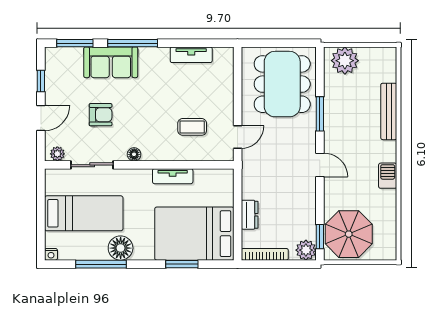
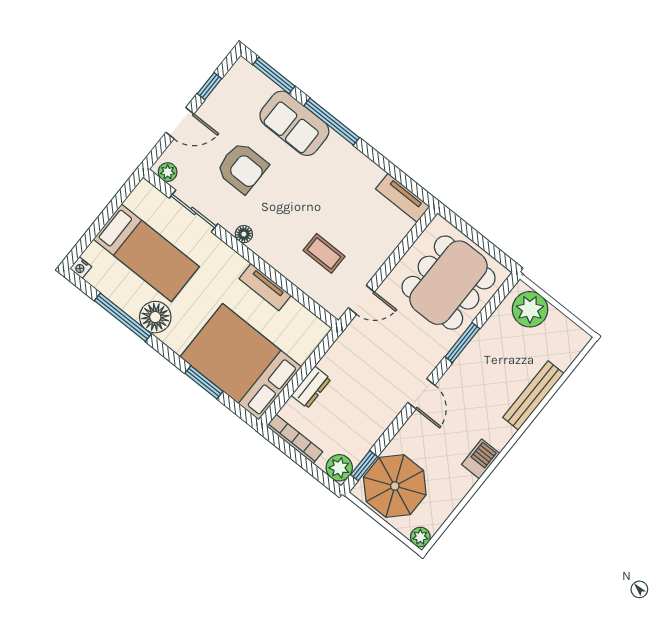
tv unit: (191, 55) -> (403, 198), moved
armchair: (101, 115) -> (242, 168), width x1.38, depth x1.38
plant: (389, 253) -> (420, 537), added

